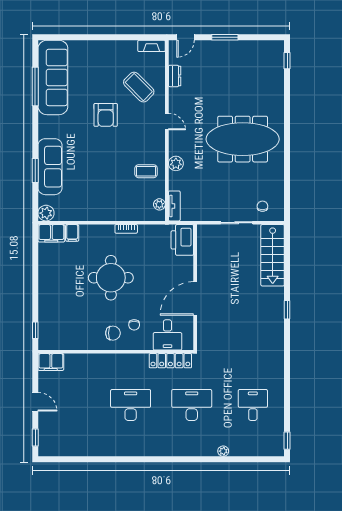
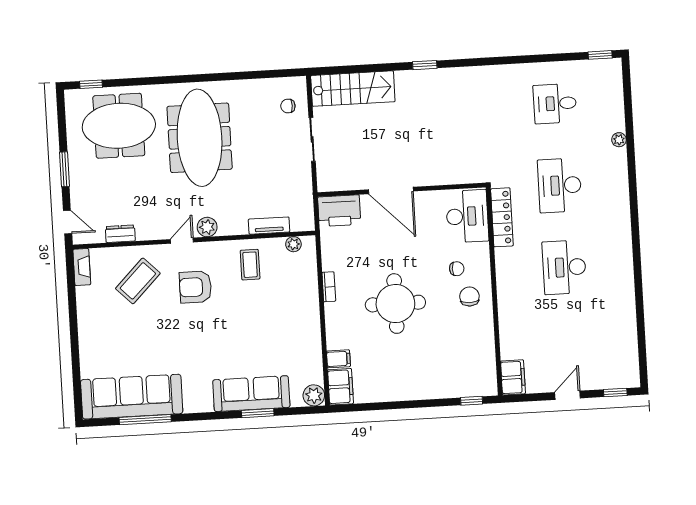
meeting table: (255, 80) -> (119, 126), added
armchair: (106, 115) -> (195, 287), moved, turned 180
plant: (176, 163) -> (207, 227), moved
tv unit: (174, 206) -> (269, 226), moved
door: (195, 298) -> (391, 190), moved
desk: (167, 335) -> (467, 216), width x1.37

